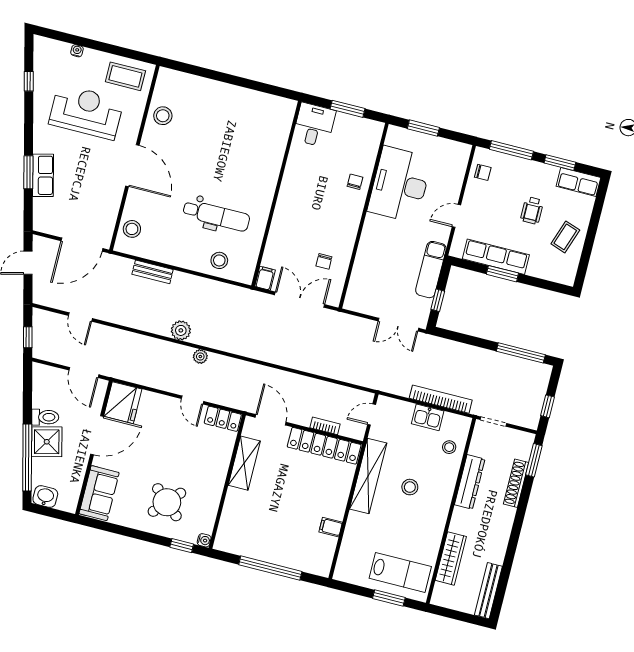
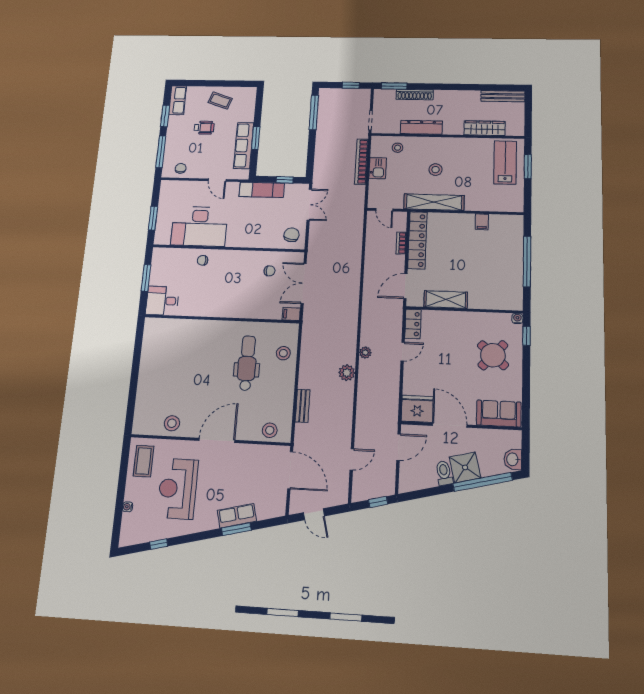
chair: (364, 296) -> (291, 235), added

